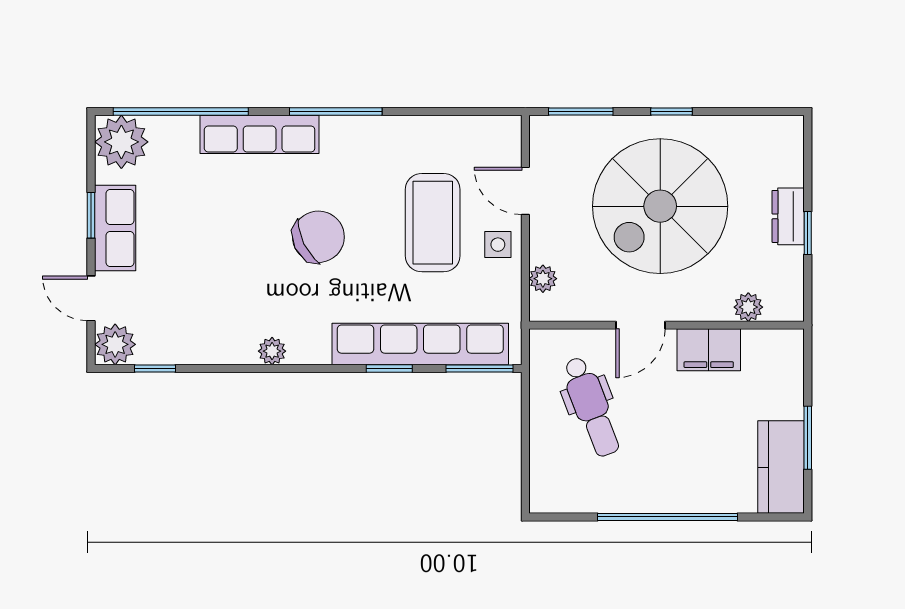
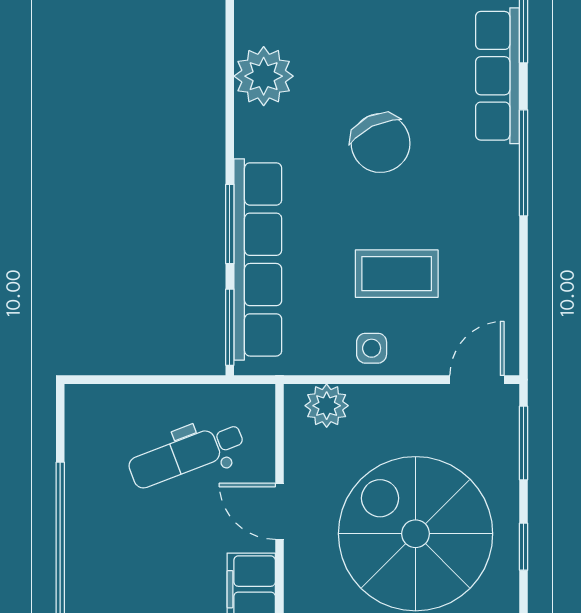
door: (525, 191) -> (477, 380), moved
coffee table: (433, 223) -> (397, 274), width x0.73, depth x0.76
plant: (543, 279) -> (327, 406), width x1.38, depth x1.38
plant: (272, 351) -> (264, 76), width x1.87, depth x1.87
window: (389, 369) -> (230, 224), width x1.50

